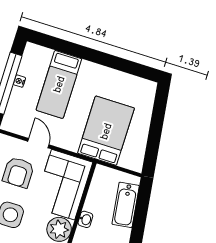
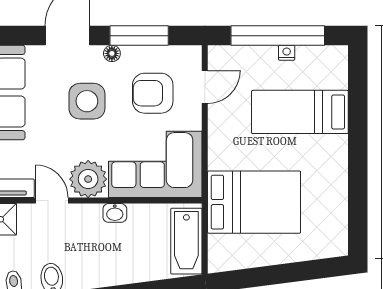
door: (38, 143) -> (205, 87), moved
bathtub: (126, 205) -> (186, 241), moved, turned -83

